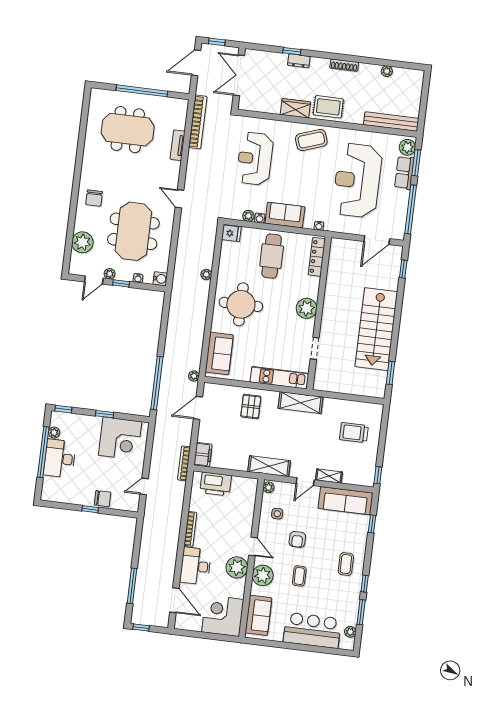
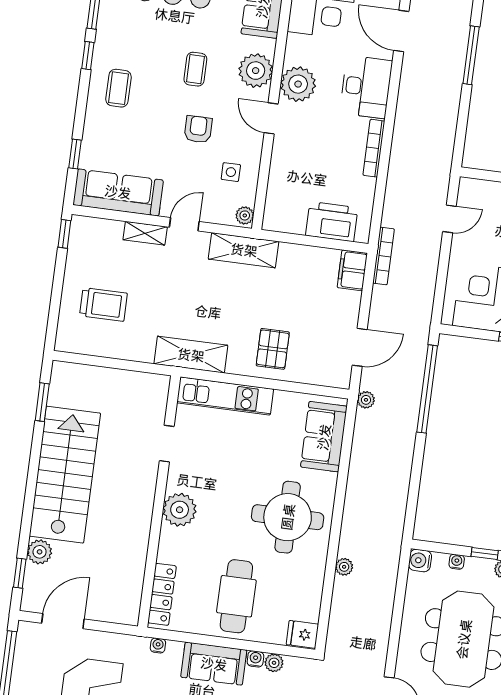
plant: (391, 282) -> (40, 552), added

